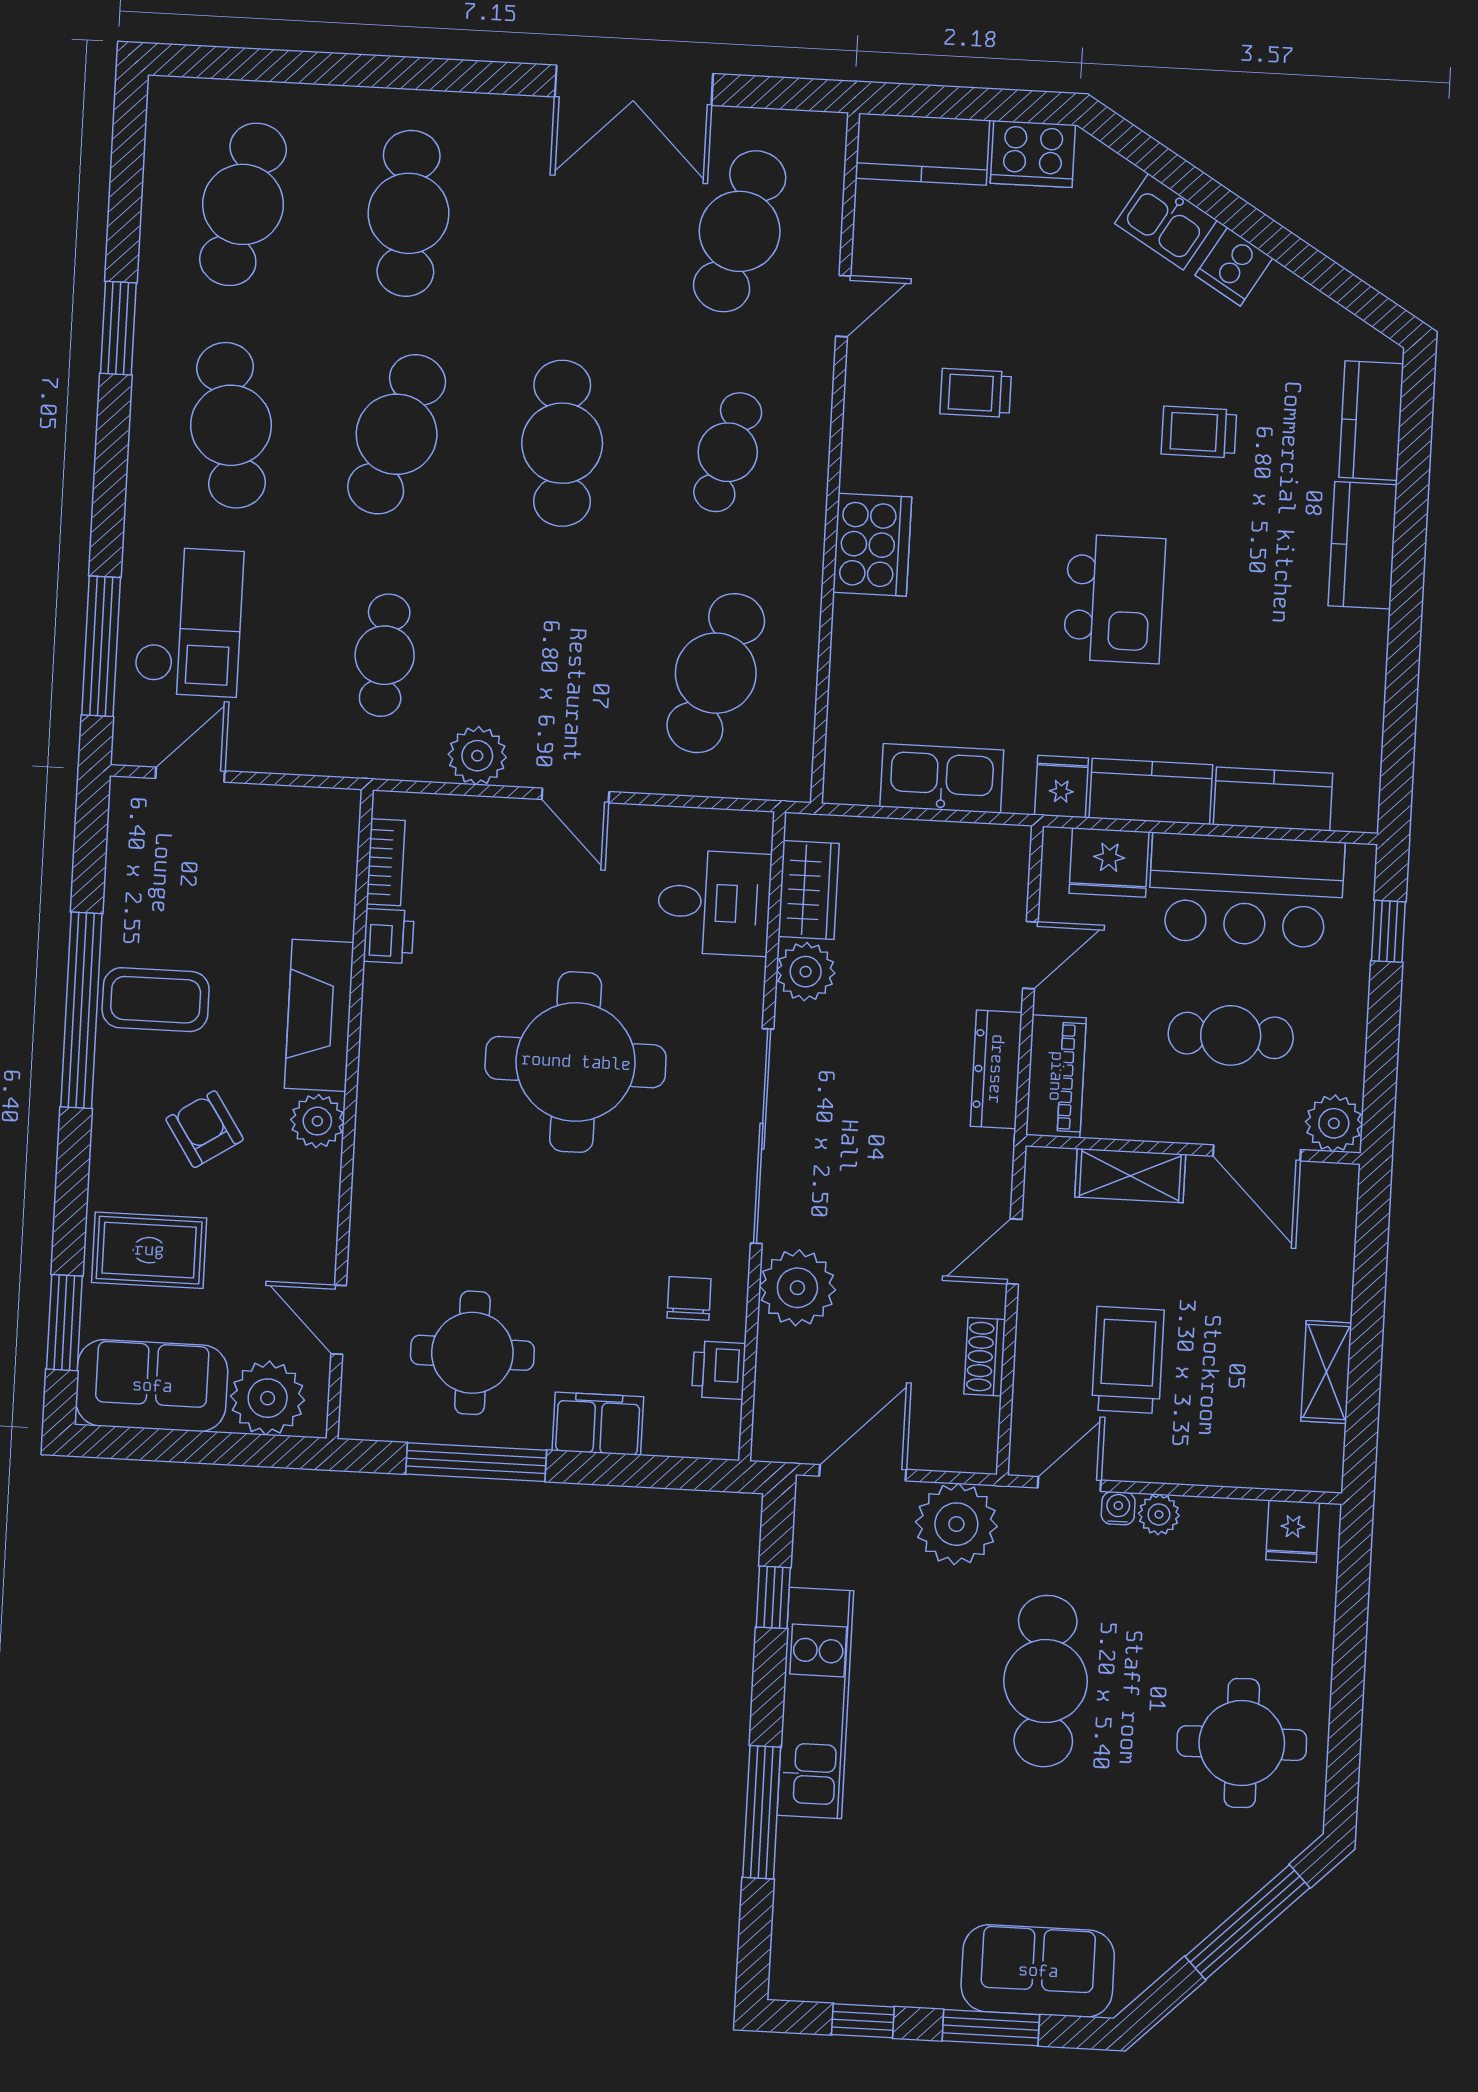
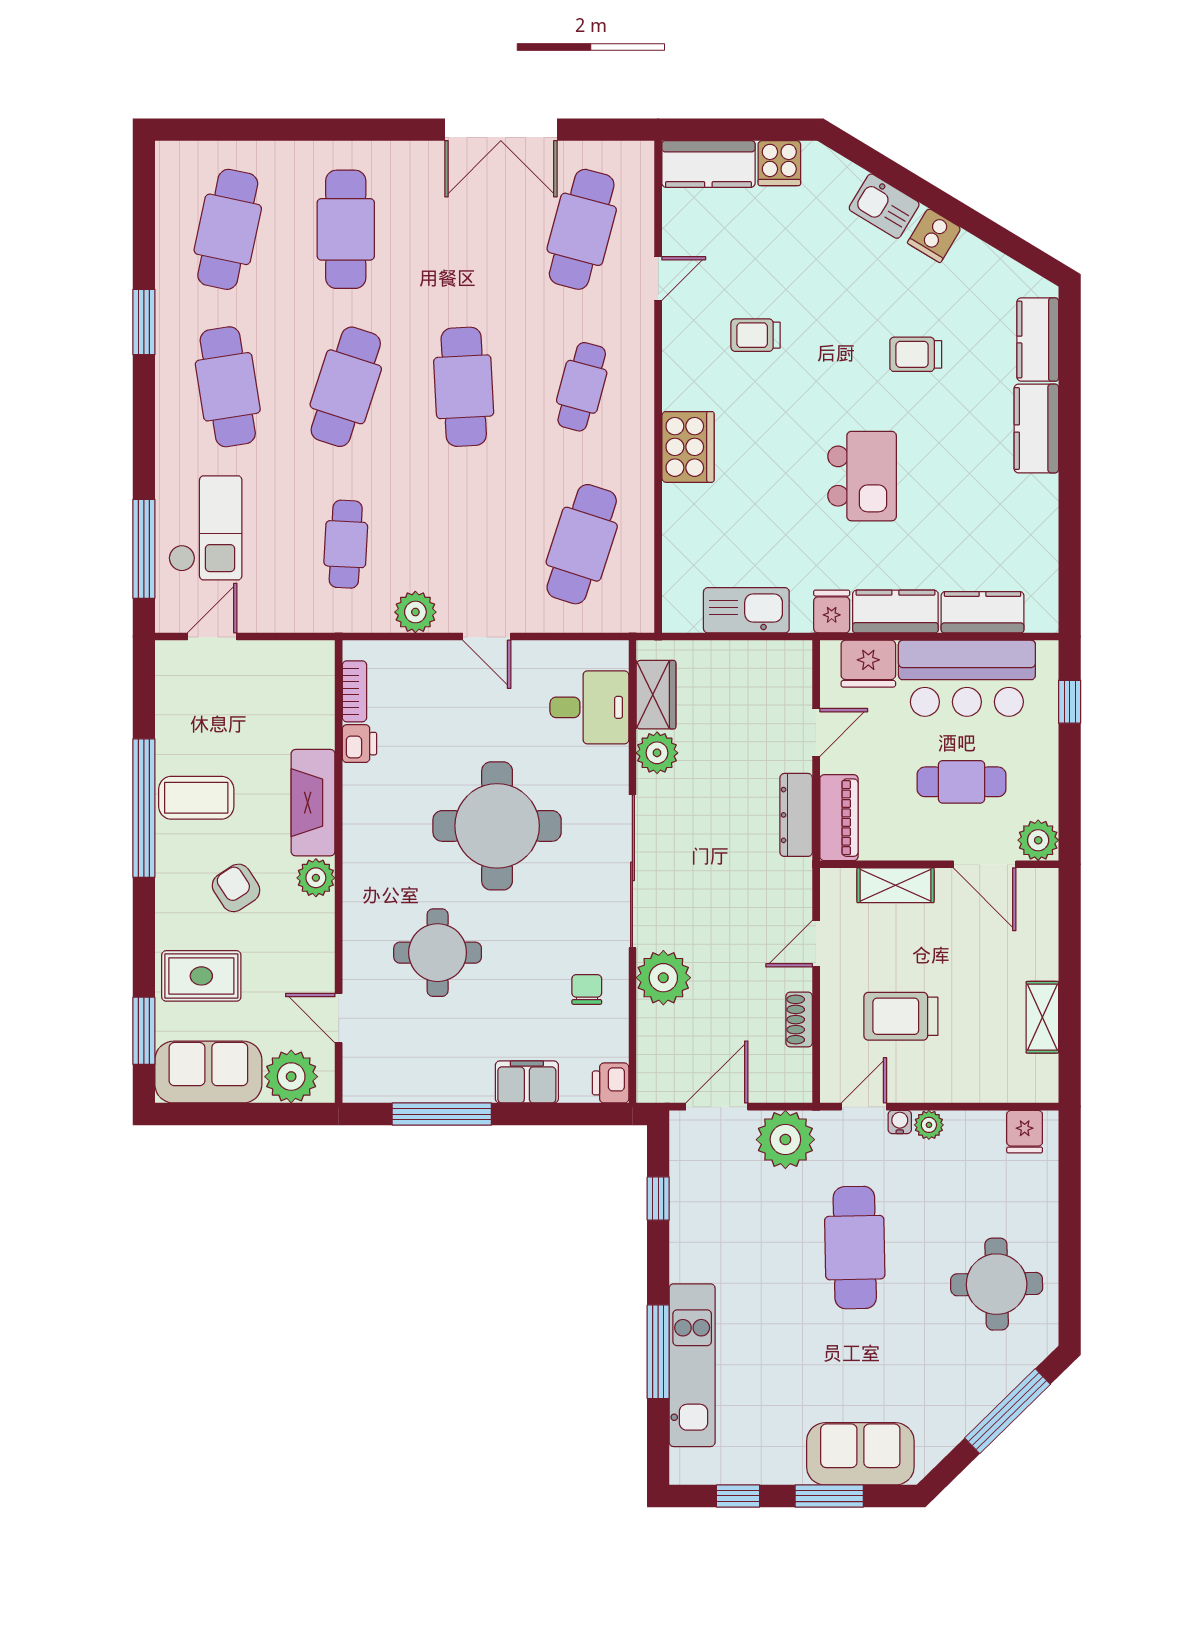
cooker: (1033, 154) -> (779, 163), width x0.73
round table: (472, 1353) -> (438, 953), moved
trolley: (1128, 1360) -> (901, 1016), turned -90
printer: (719, 1370) -> (611, 1083), moved
kitchen unit: (815, 1703) -> (692, 1365), moved

